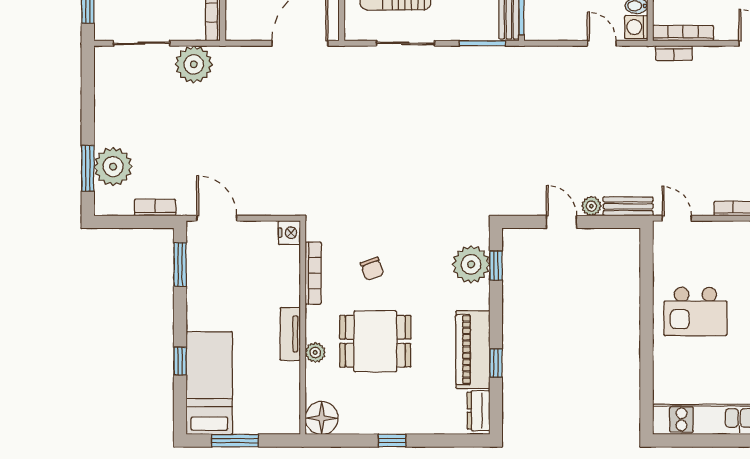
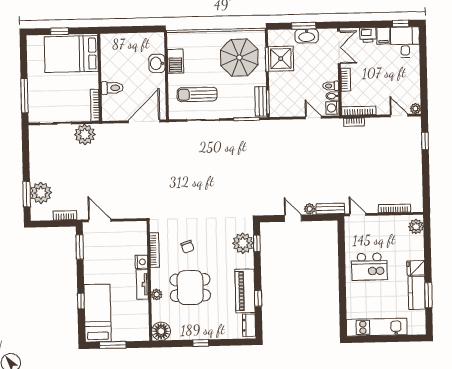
nightstand: (289, 233) -> (141, 262), moved

